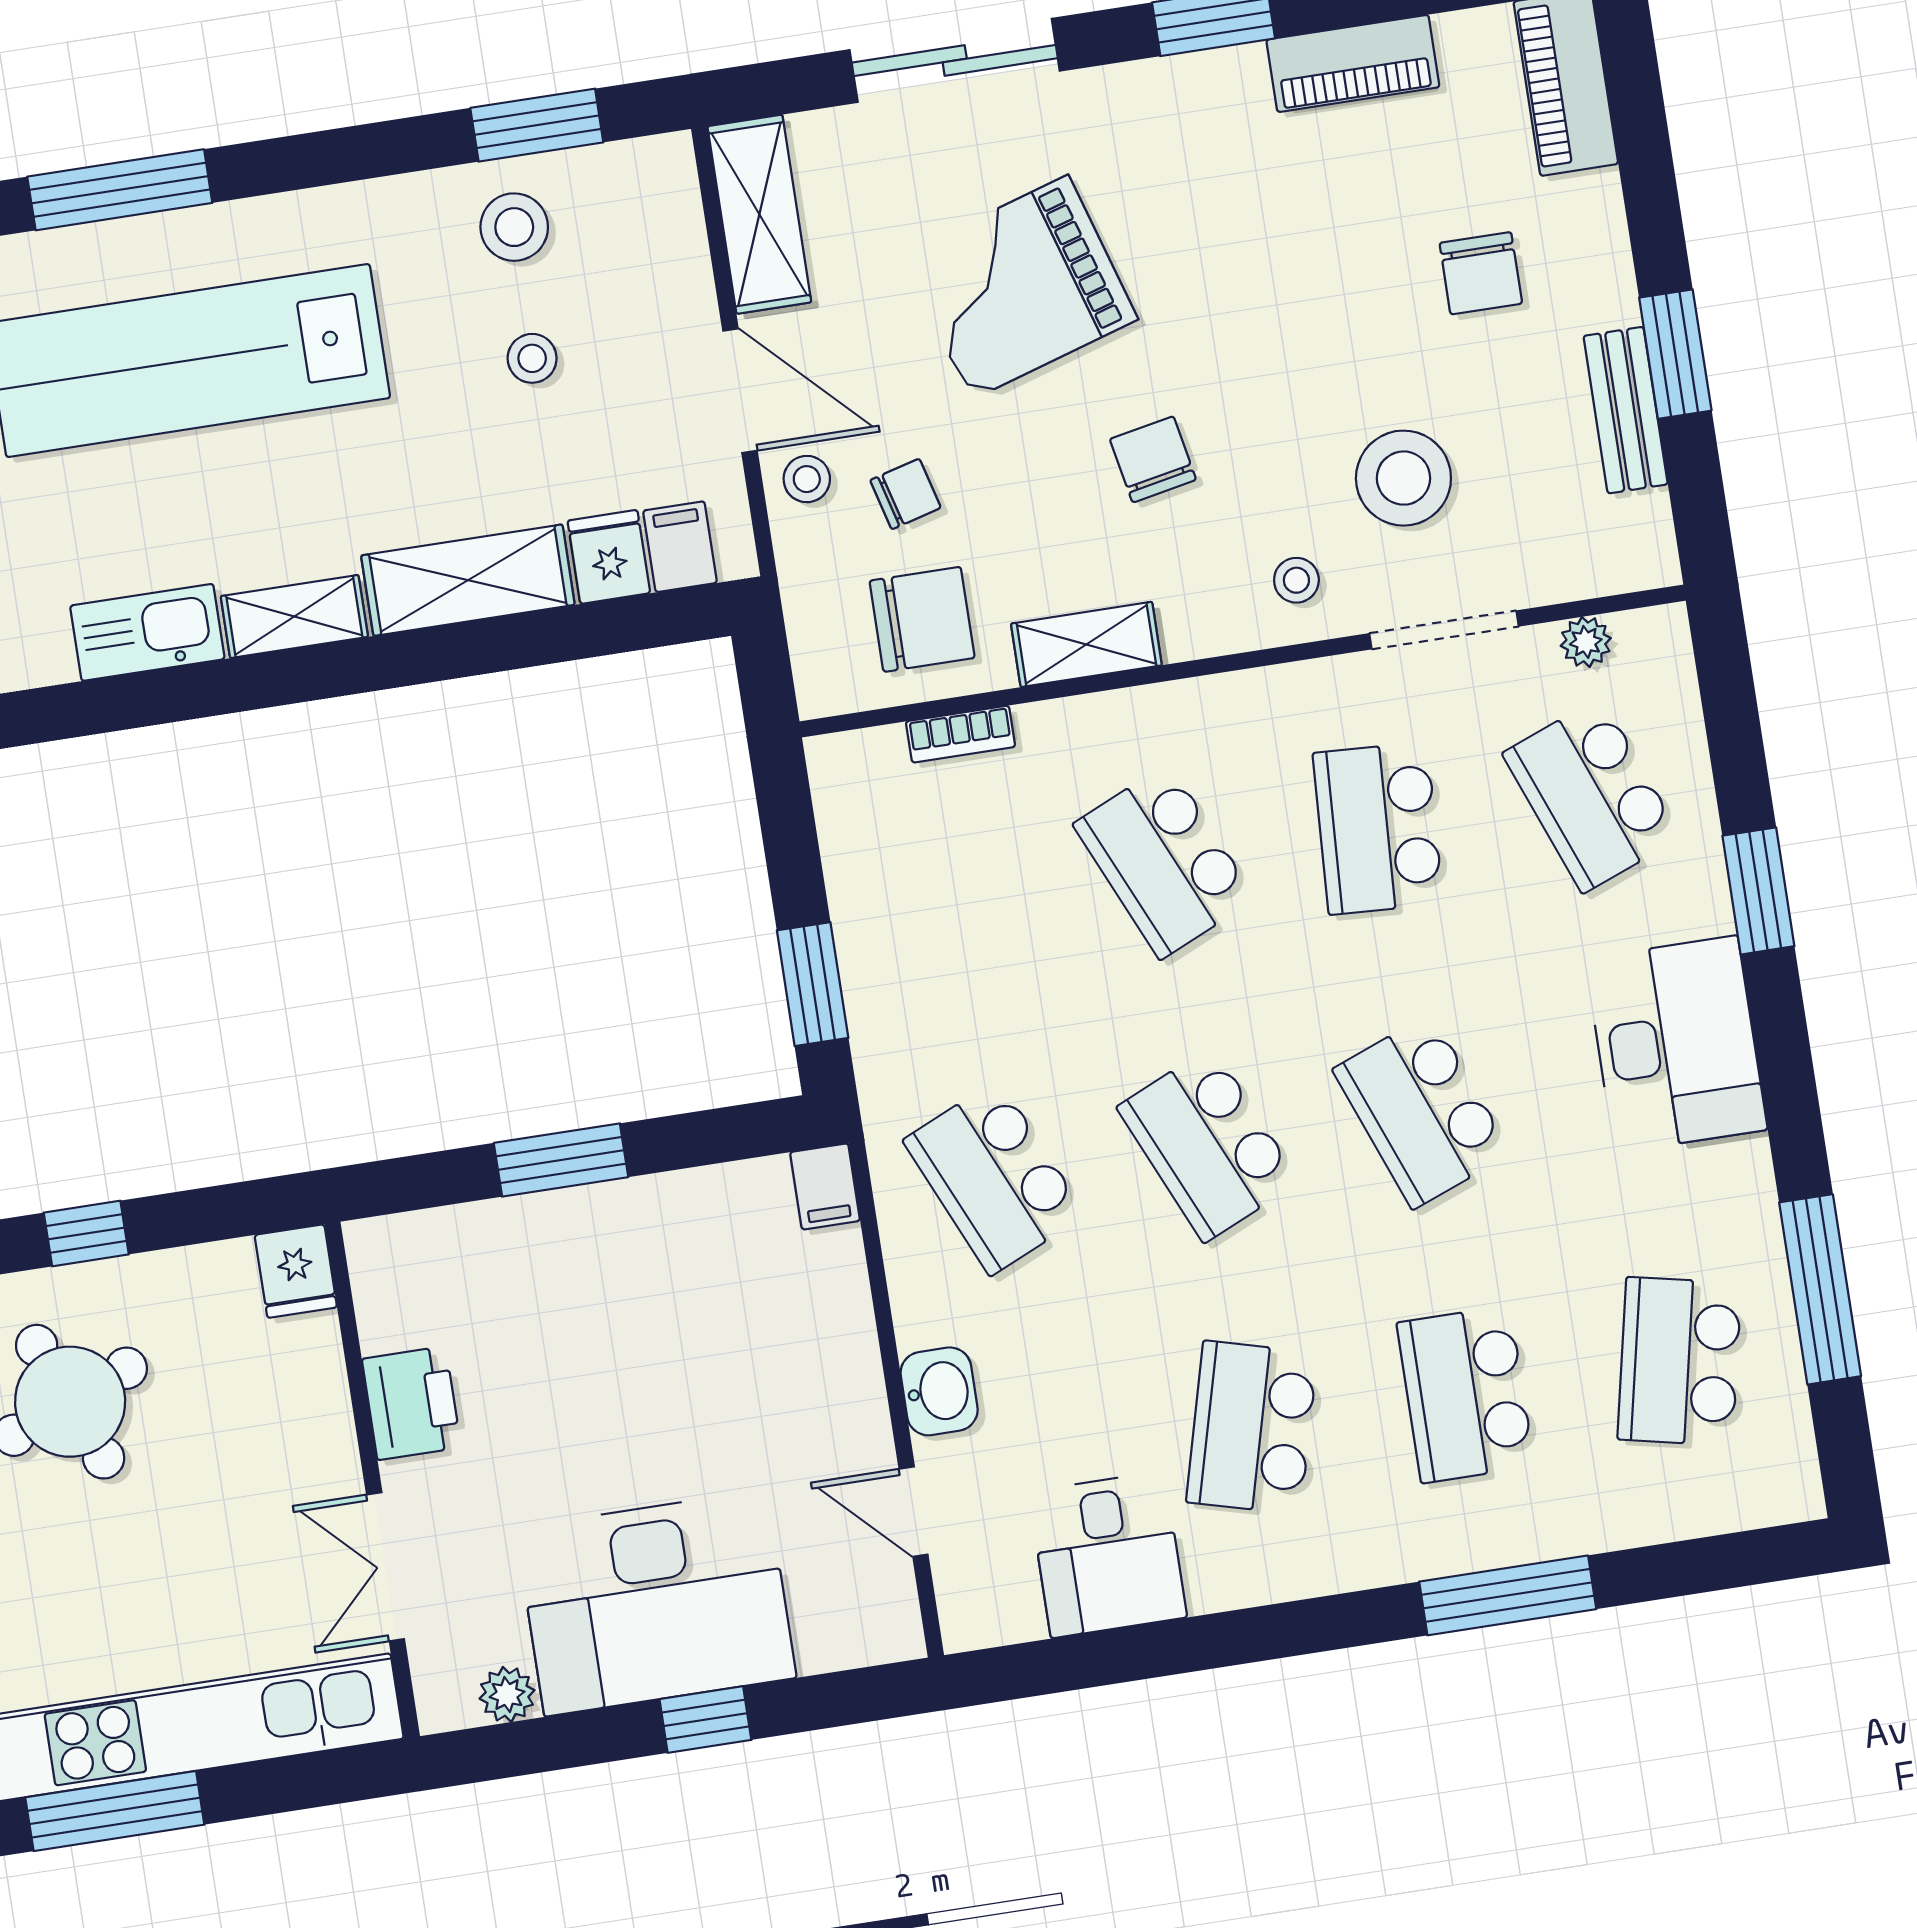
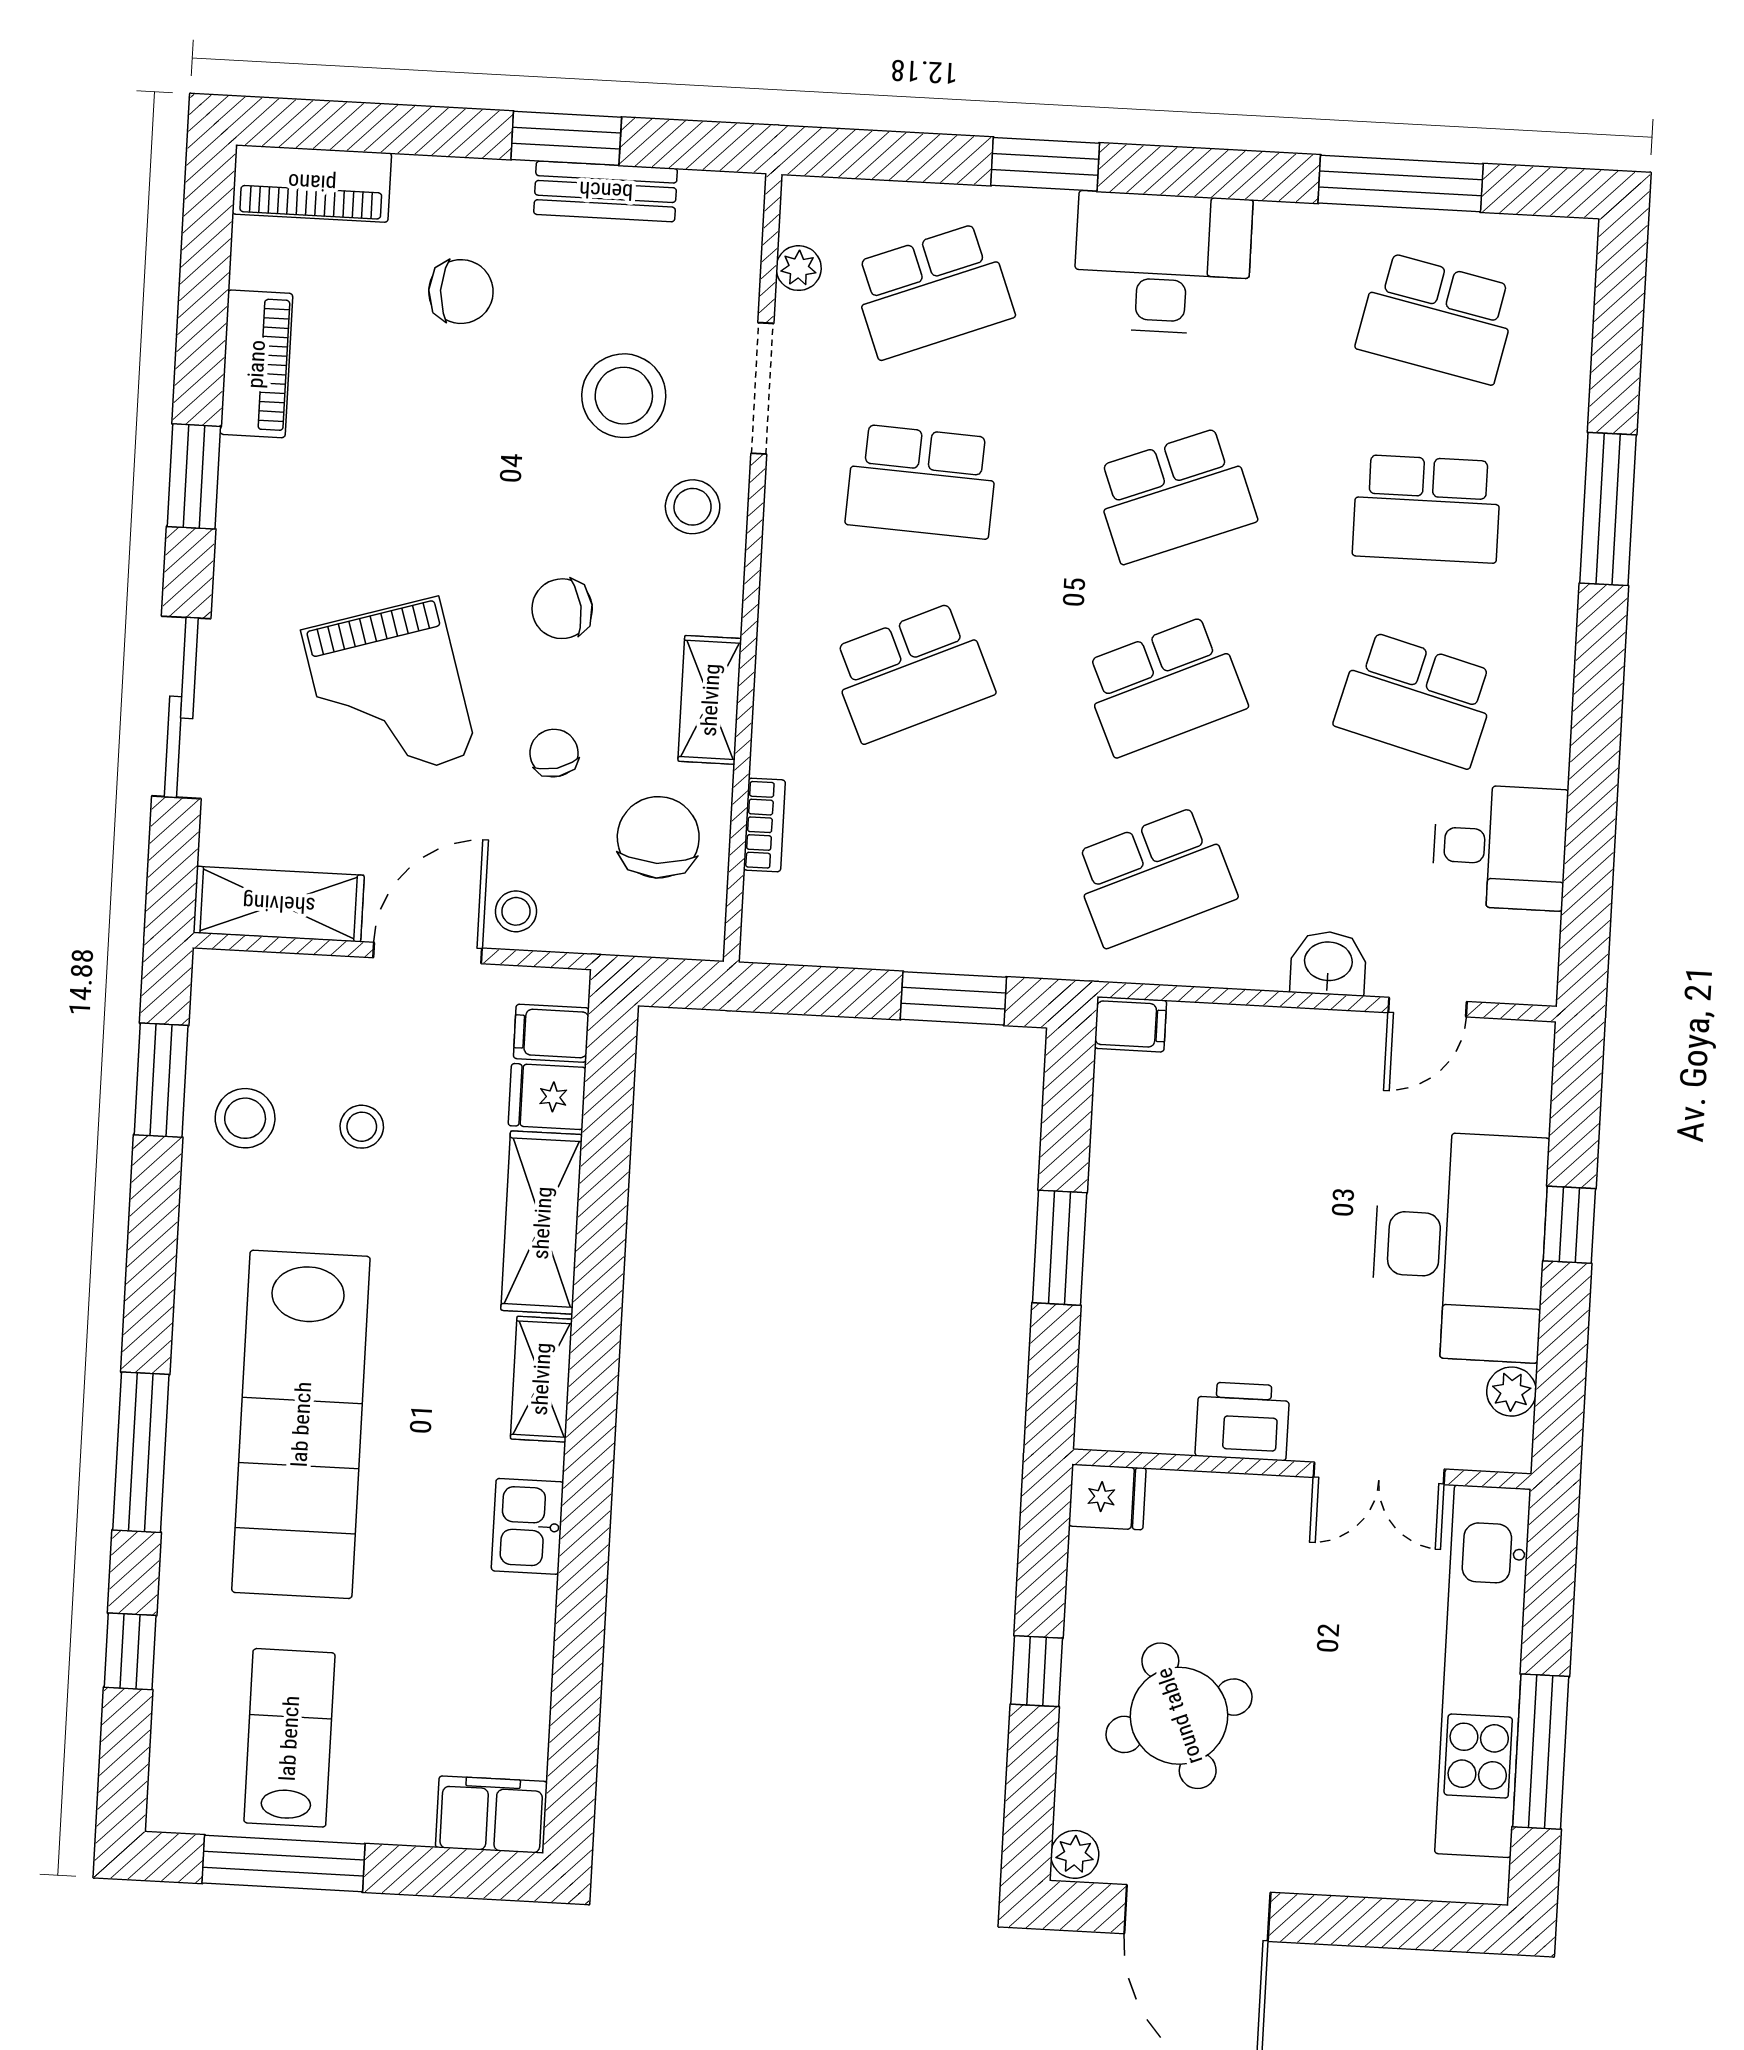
chair: (906, 494) -> (554, 753), moved
stool: (1296, 580) -> (693, 507), width x1.37, depth x1.37
kitchen sink: (147, 632) -> (527, 1526), width x0.73

